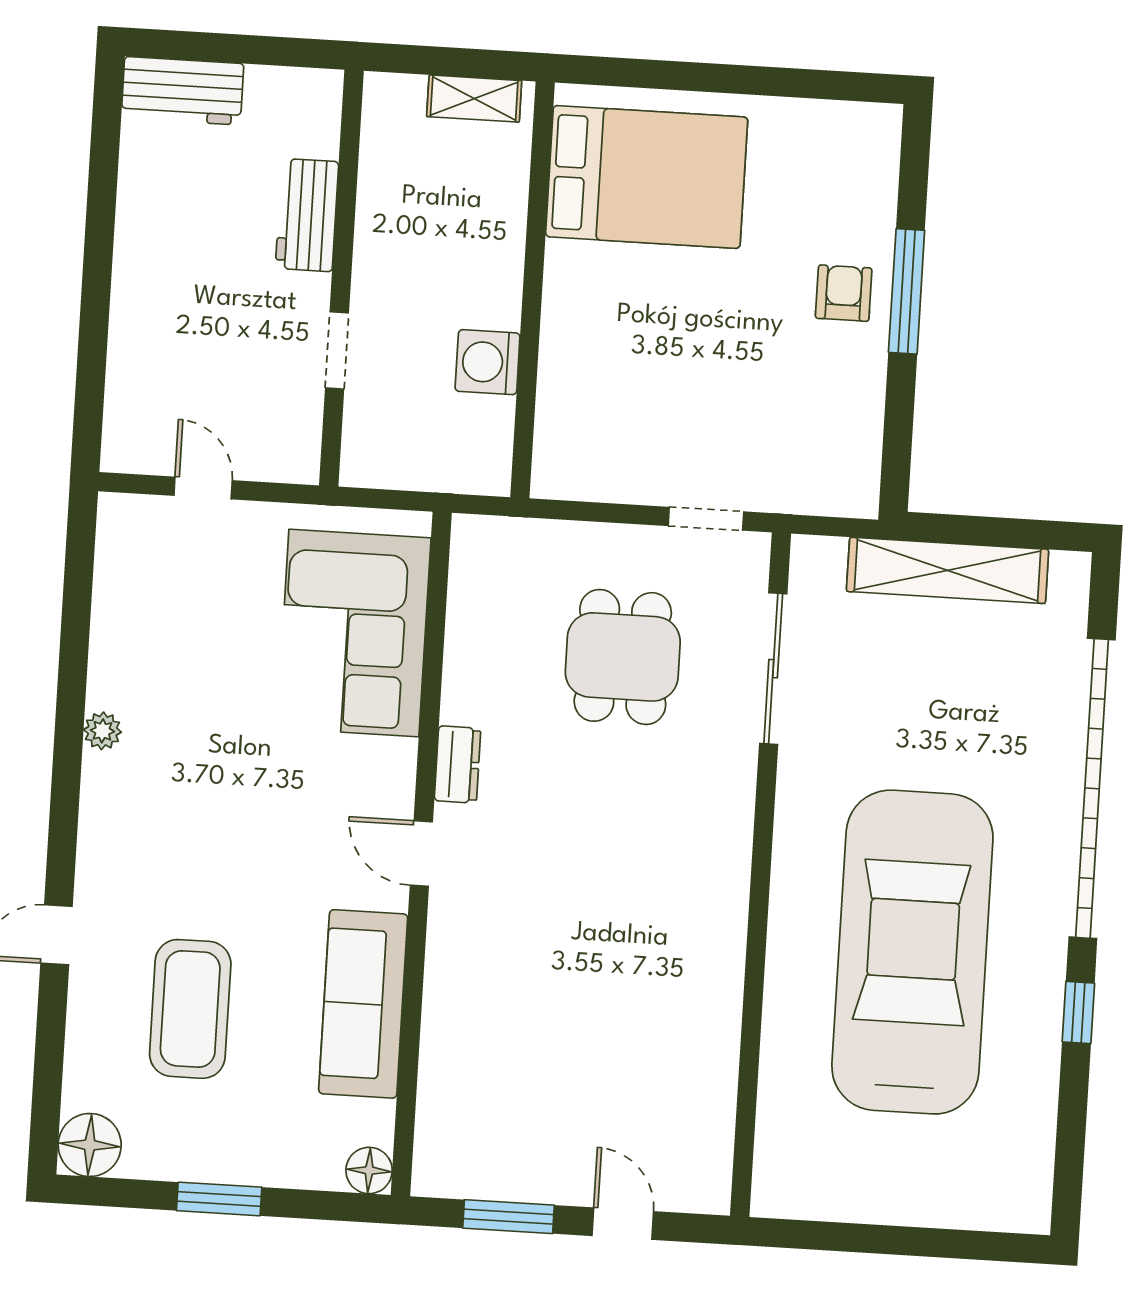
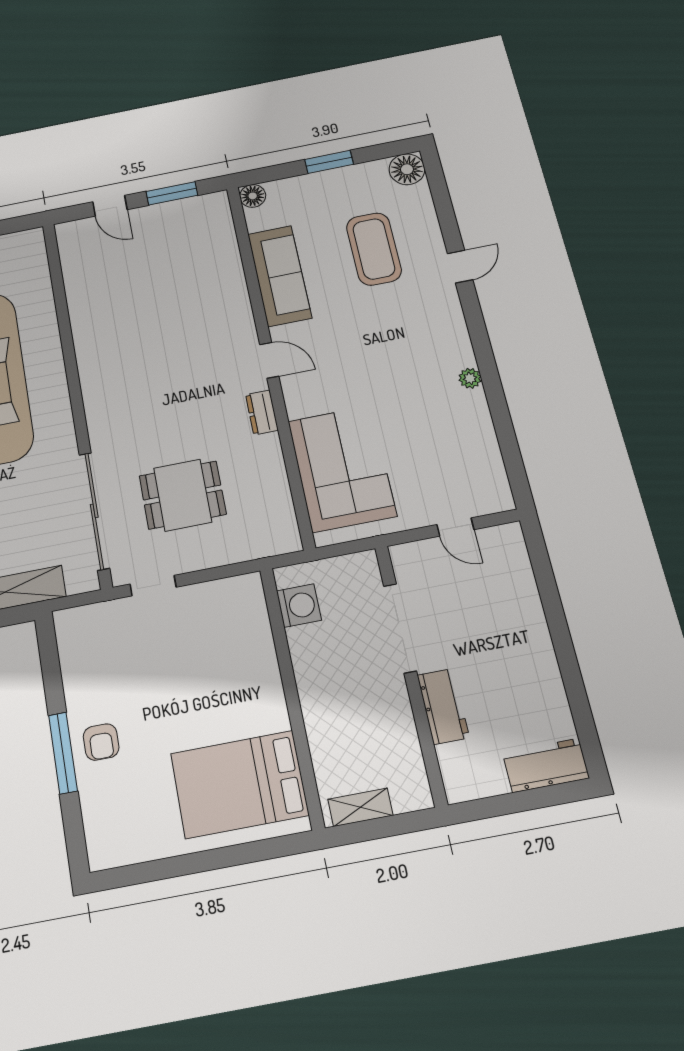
doorway: (337, 350) -> (400, 628), width x1.88
washing machine: (488, 362) -> (299, 606), moved
dining table: (623, 657) -> (183, 495), turned 90
sliding door: (773, 669) -> (94, 511), width x1.36

